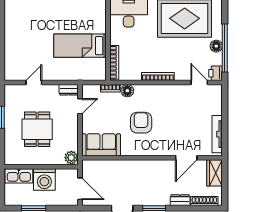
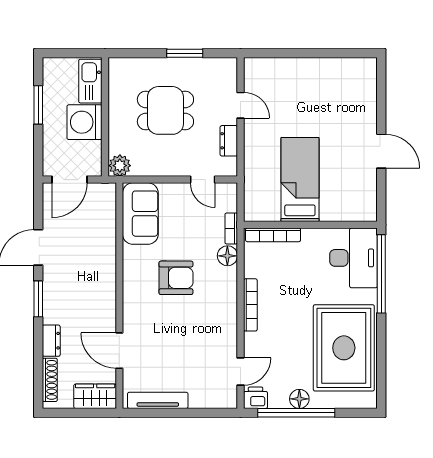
dresser: (69, 90) -> (229, 141), moved

